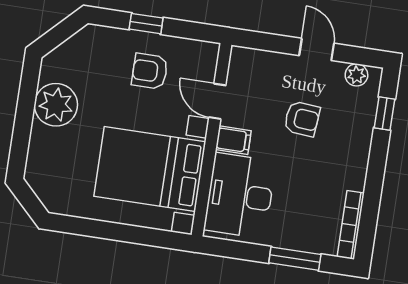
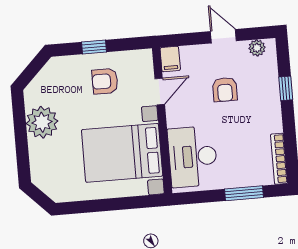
door: (217, 101) -> (160, 91), swing flipped
window: (384, 114) -> (286, 88), moved
armchair: (302, 119) -> (225, 90), turned 85
filing cabinet: (233, 140) -> (170, 59), moved, turned 90

